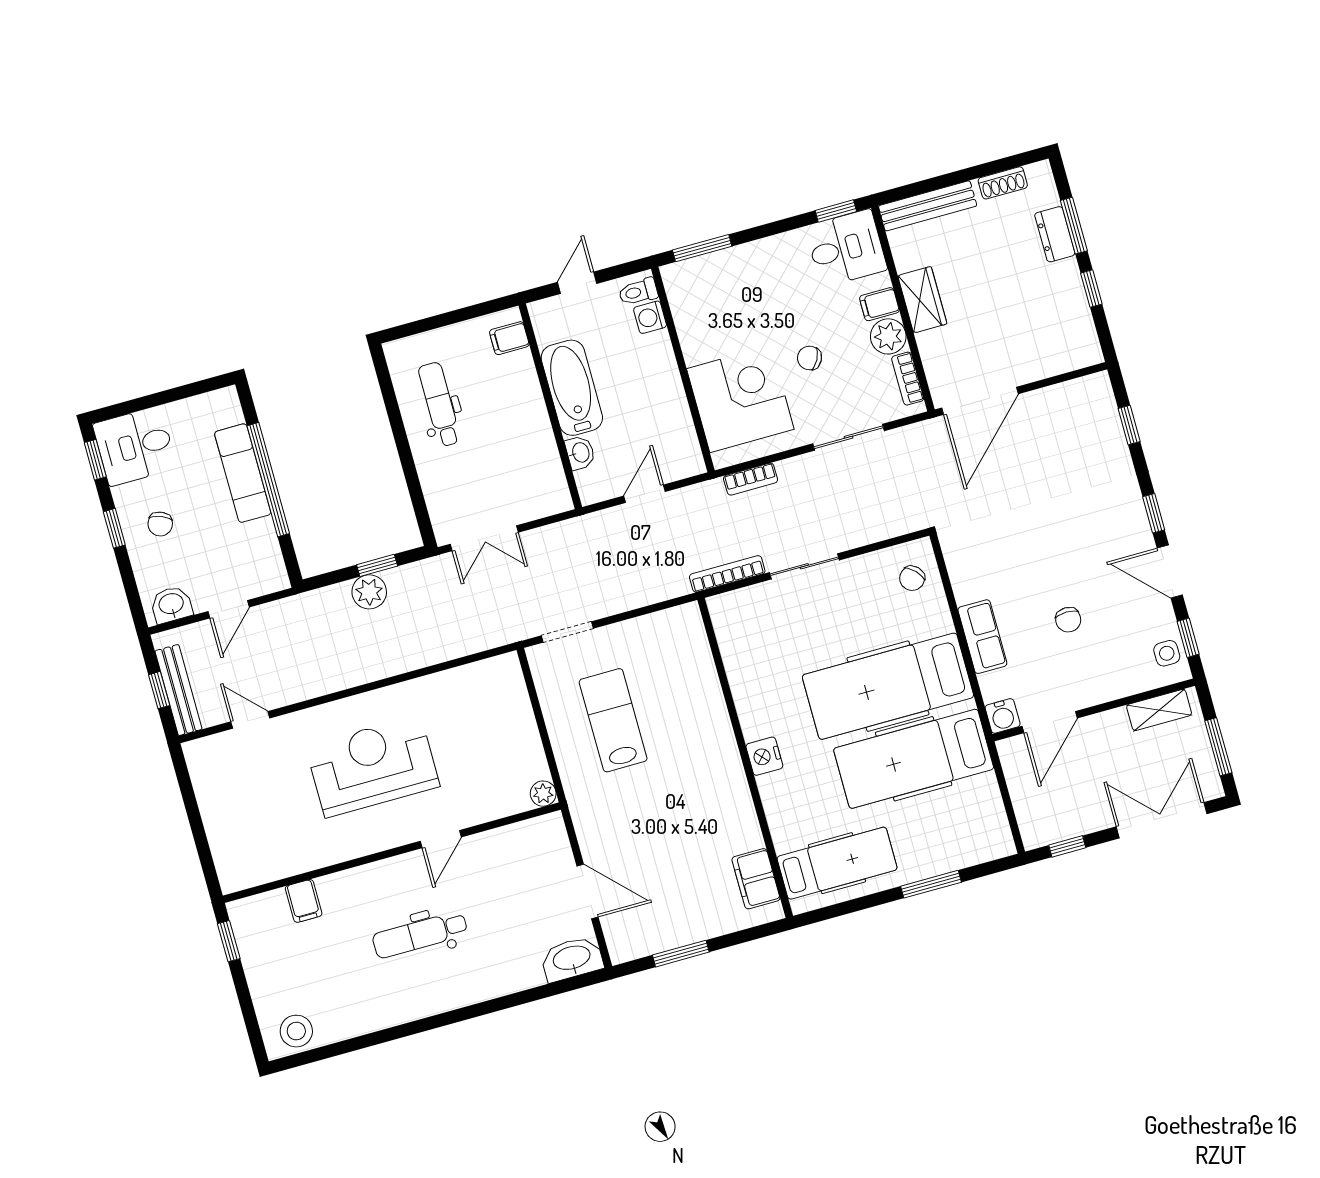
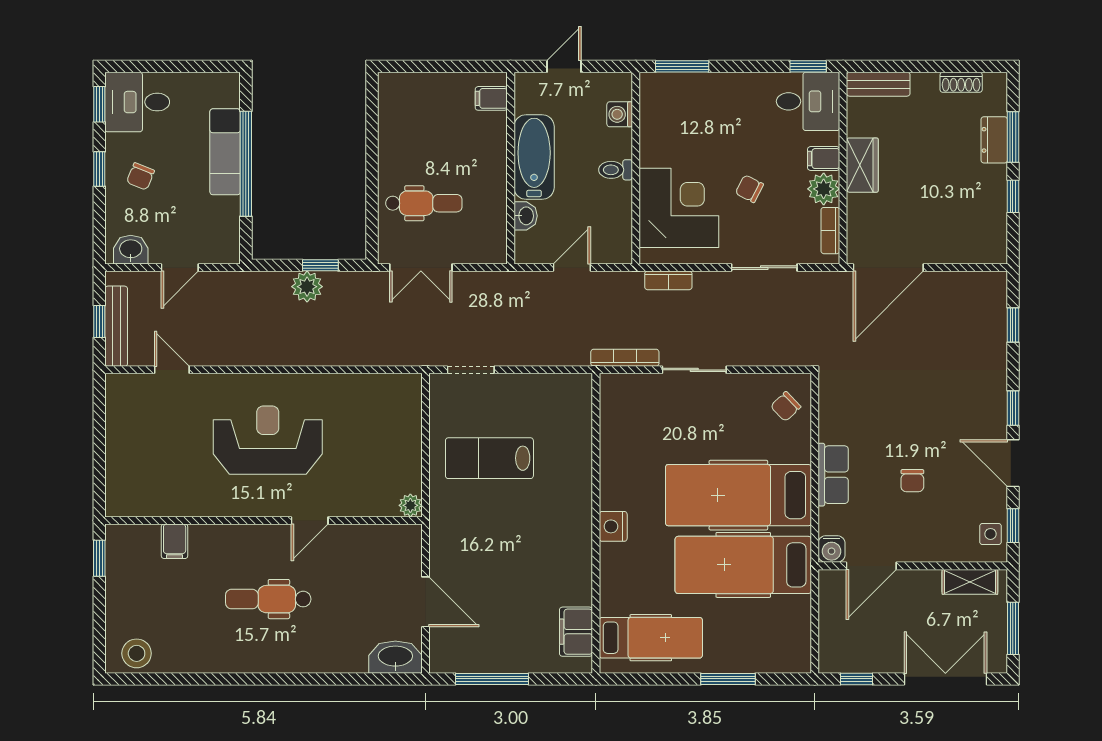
bench: (928, 206) -> (878, 84), width x0.73
toilet: (638, 292) -> (616, 170), moved
dental chair: (440, 404) -> (424, 203), moved, turned 90
lab bench: (613, 720) -> (489, 458), turned -90
window: (681, 954) -> (492, 679), width x1.44

